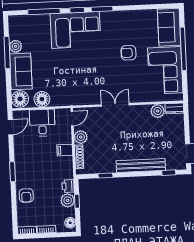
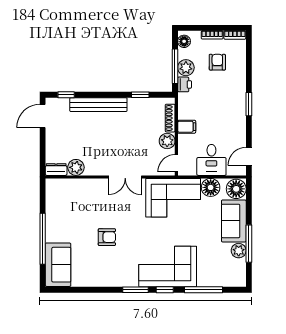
corner sofa: (165, 70) -> (173, 198), moved, turned 90
armchair: (26, 195) -> (217, 62), moved
window: (77, 201) -> (175, 66), width x2.17

